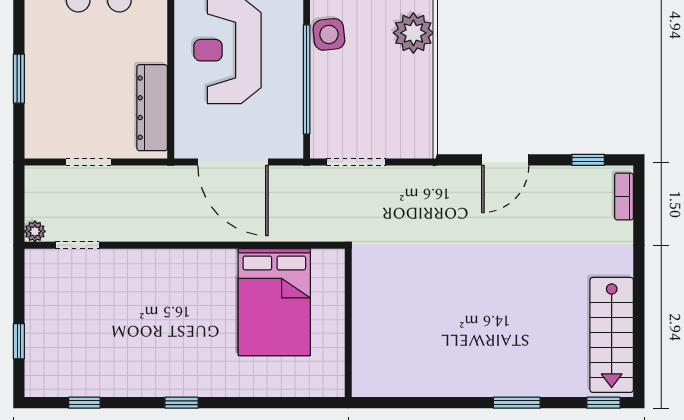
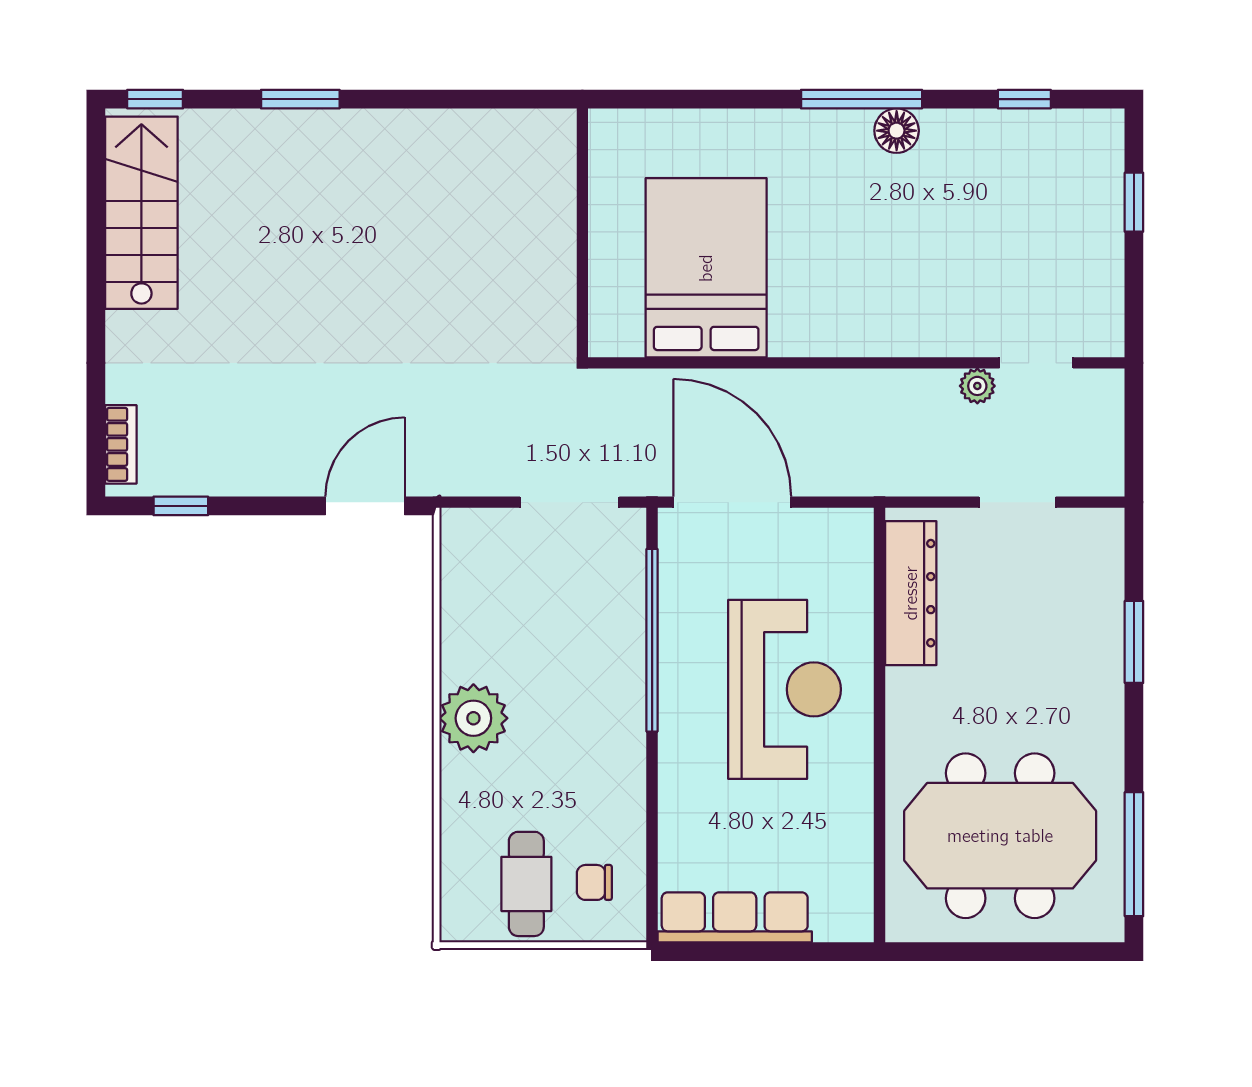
side table: (329, 34) -> (615, 716), removed
door: (505, 160) -> (365, 506), moved
door: (233, 162) -> (732, 502), moved
plant: (35, 231) -> (977, 386), moved
floor lamp: (161, 384) -> (897, 131), added
window: (182, 403) -> (862, 99), width x2.17

